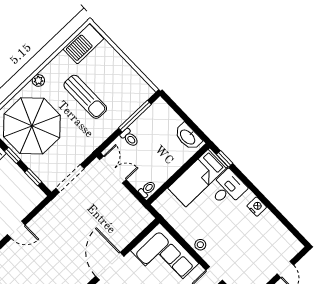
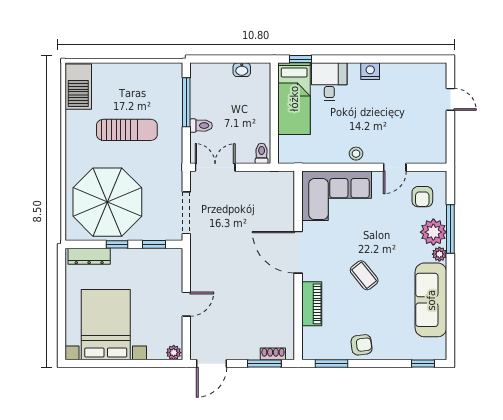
plant: (38, 80) -> (73, 158), removed
washbasin: (188, 137) -> (242, 70), width x0.52, depth x0.69

